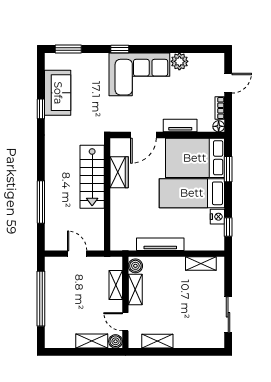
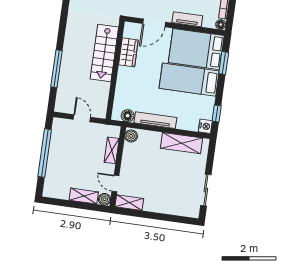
nightstand: (217, 217) -> (205, 126), moved
floor lamp: (128, 244) -> (128, 116), added
shelving: (201, 264) -> (182, 143), width x1.50, depth x1.33
shelving: (135, 289) -> (128, 157), removed
shelving: (157, 341) -> (129, 203), moved

